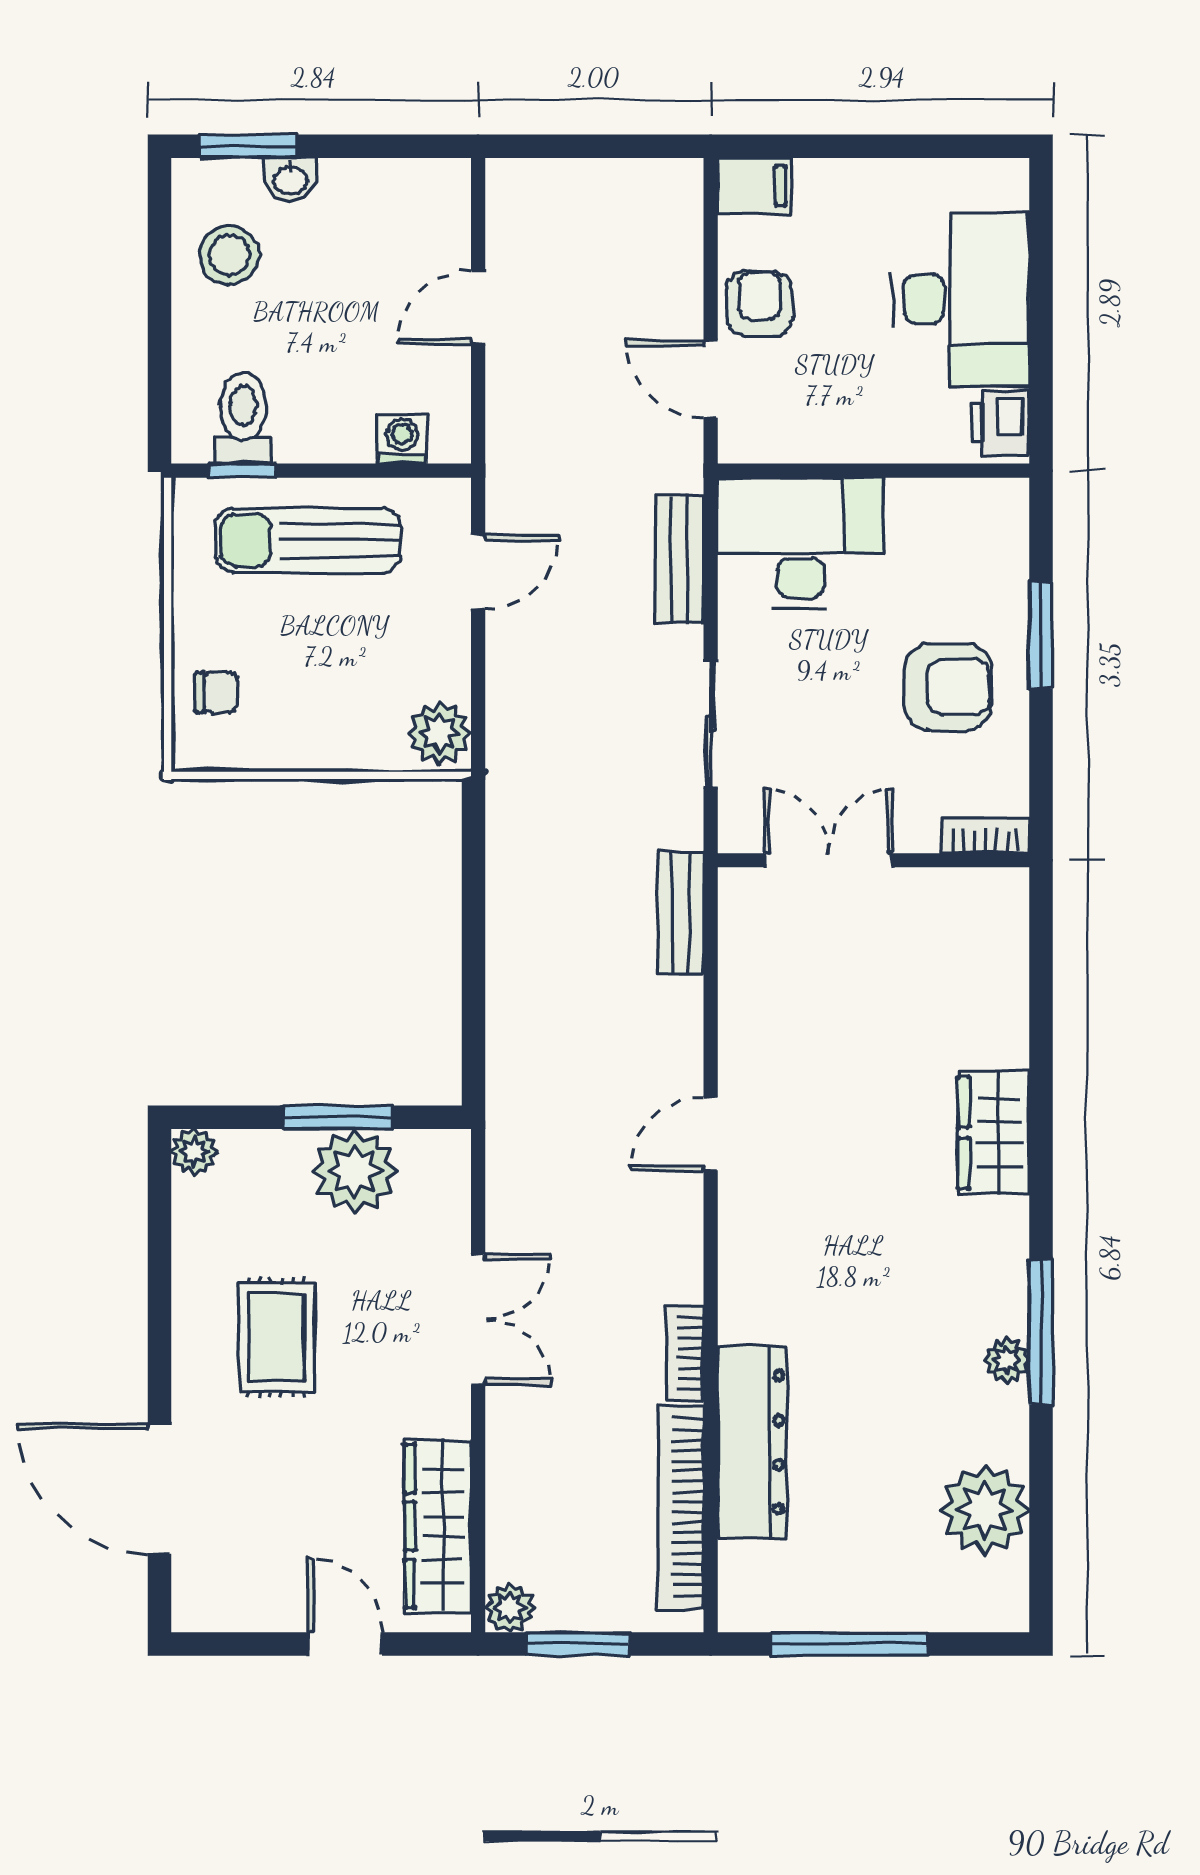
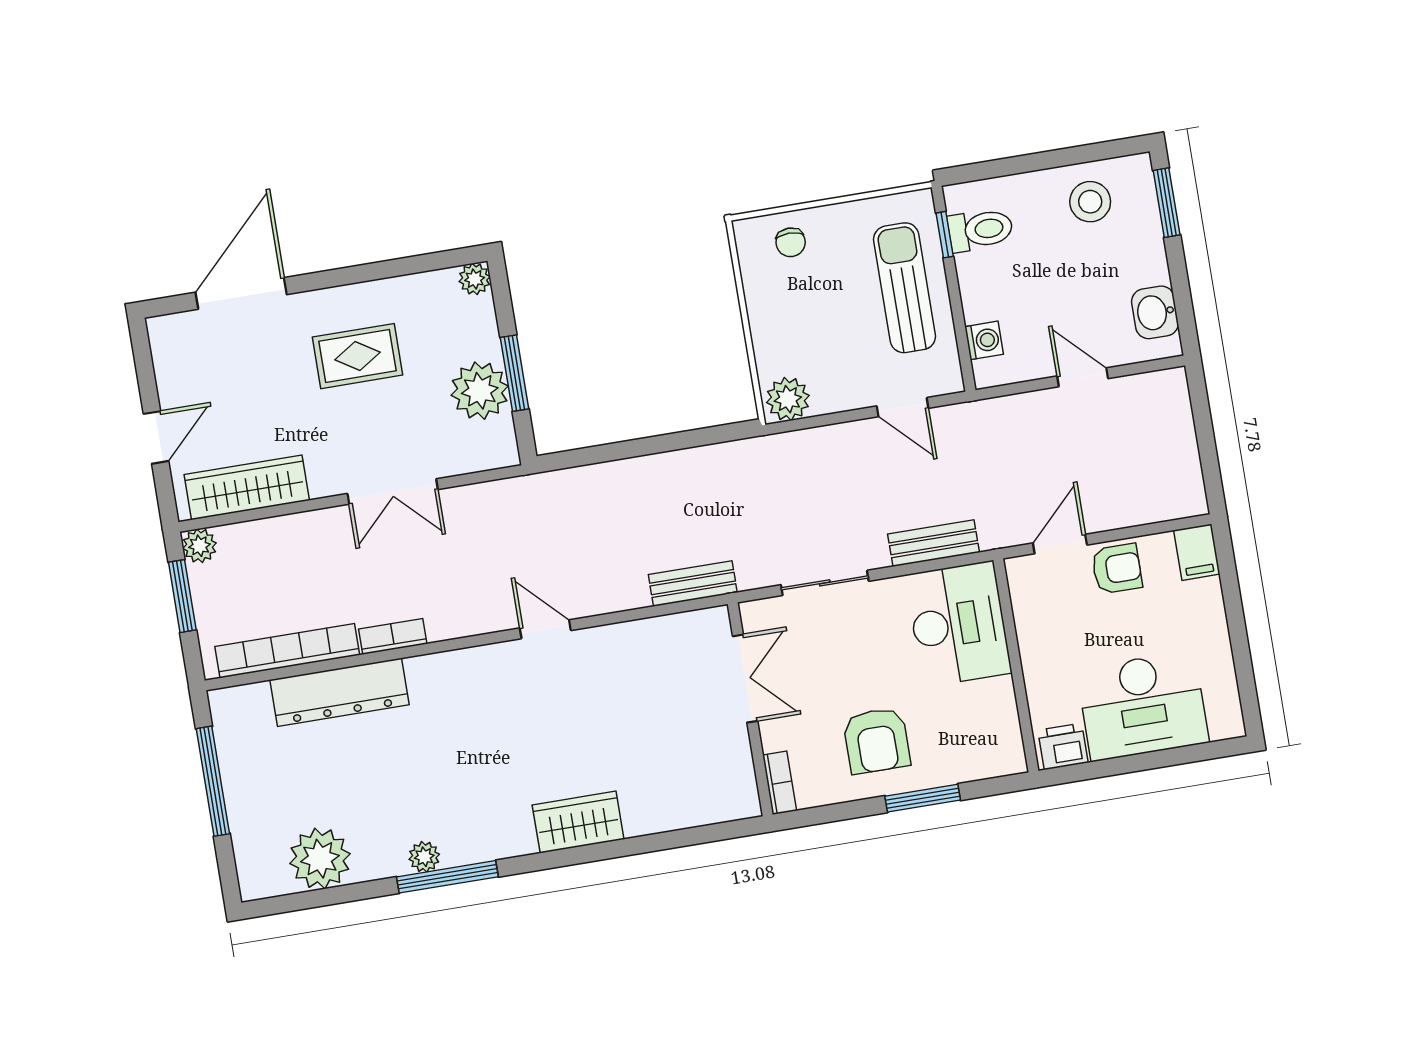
washbasin: (290, 179) -> (1155, 312), moved, width x1.38, depth x1.45

